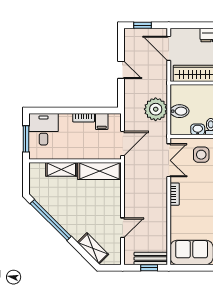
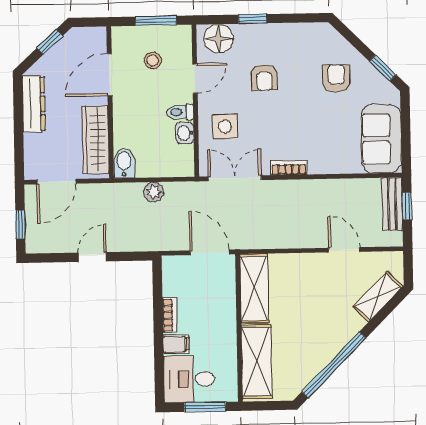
plant: (156, 109) -> (154, 192), width x0.53, depth x0.53
bidet: (180, 111) -> (124, 163), moved
filing cabinet: (102, 121) -> (176, 344), moved
shelving: (61, 169) -> (257, 362), width x1.50, depth x1.33

